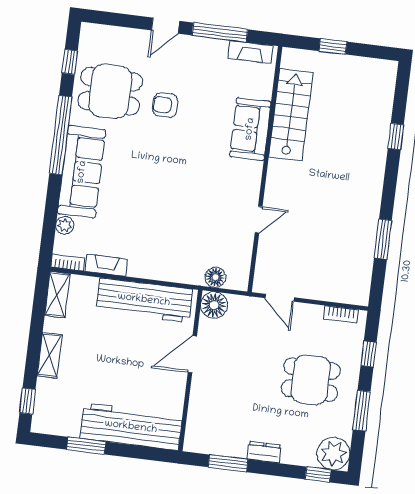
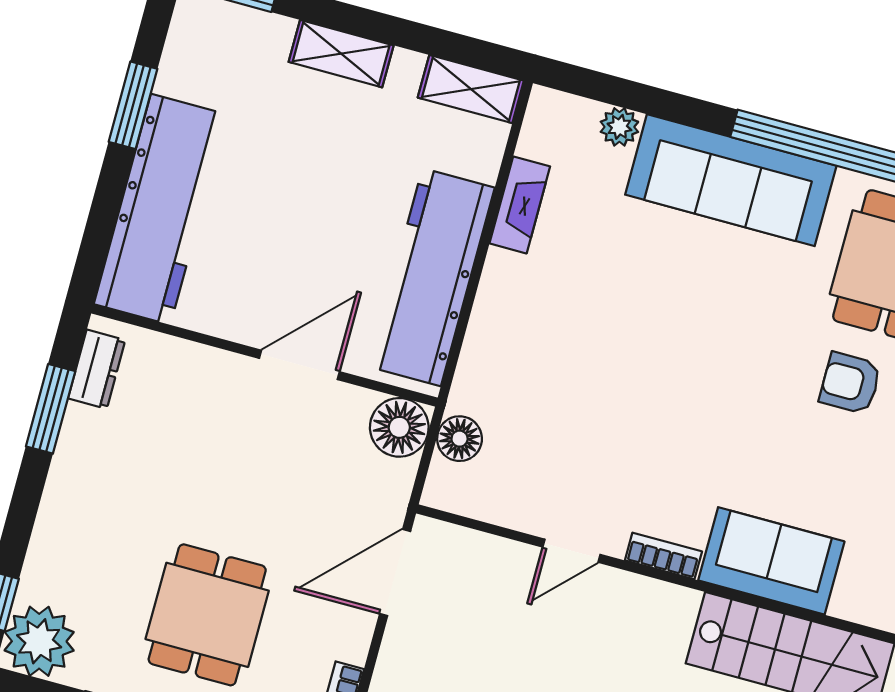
armchair: (165, 105) -> (850, 383), turned -90
door: (259, 220) -> (572, 551), hinge flipped
bookcase: (68, 263) -> (663, 556), moved, turned -90
door: (280, 298) -> (395, 572), width x1.38
door: (192, 354) -> (299, 365), hinge flipped
dresser: (264, 452) -> (97, 369), moved

